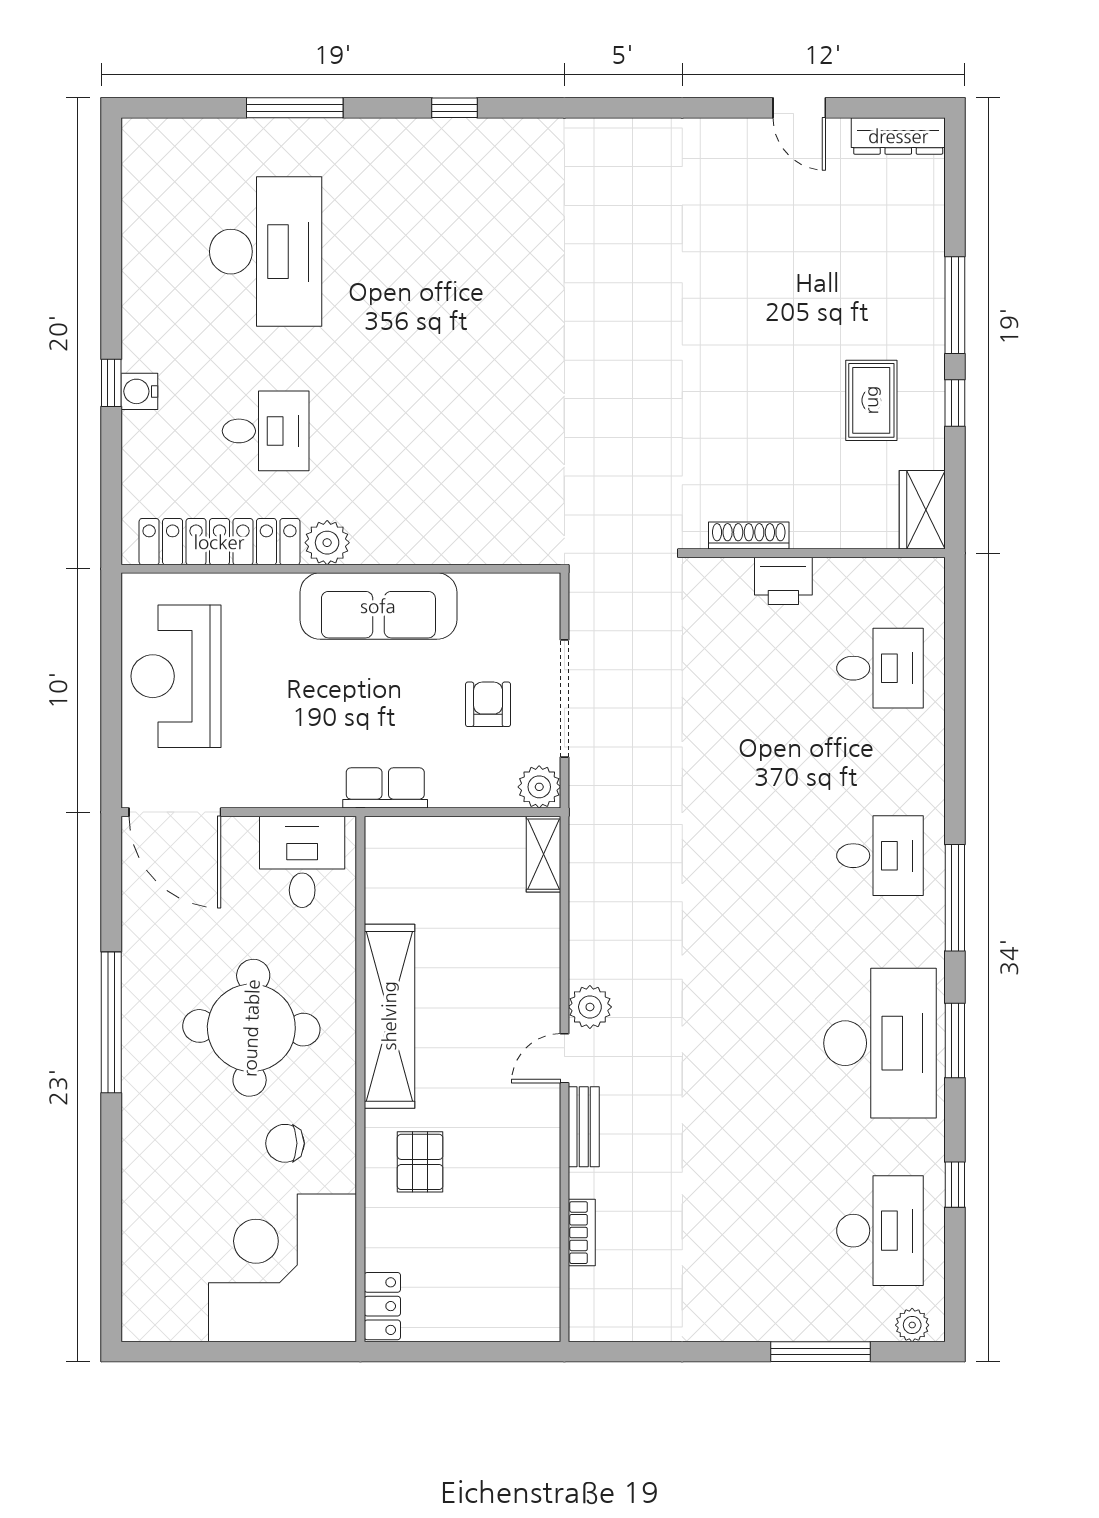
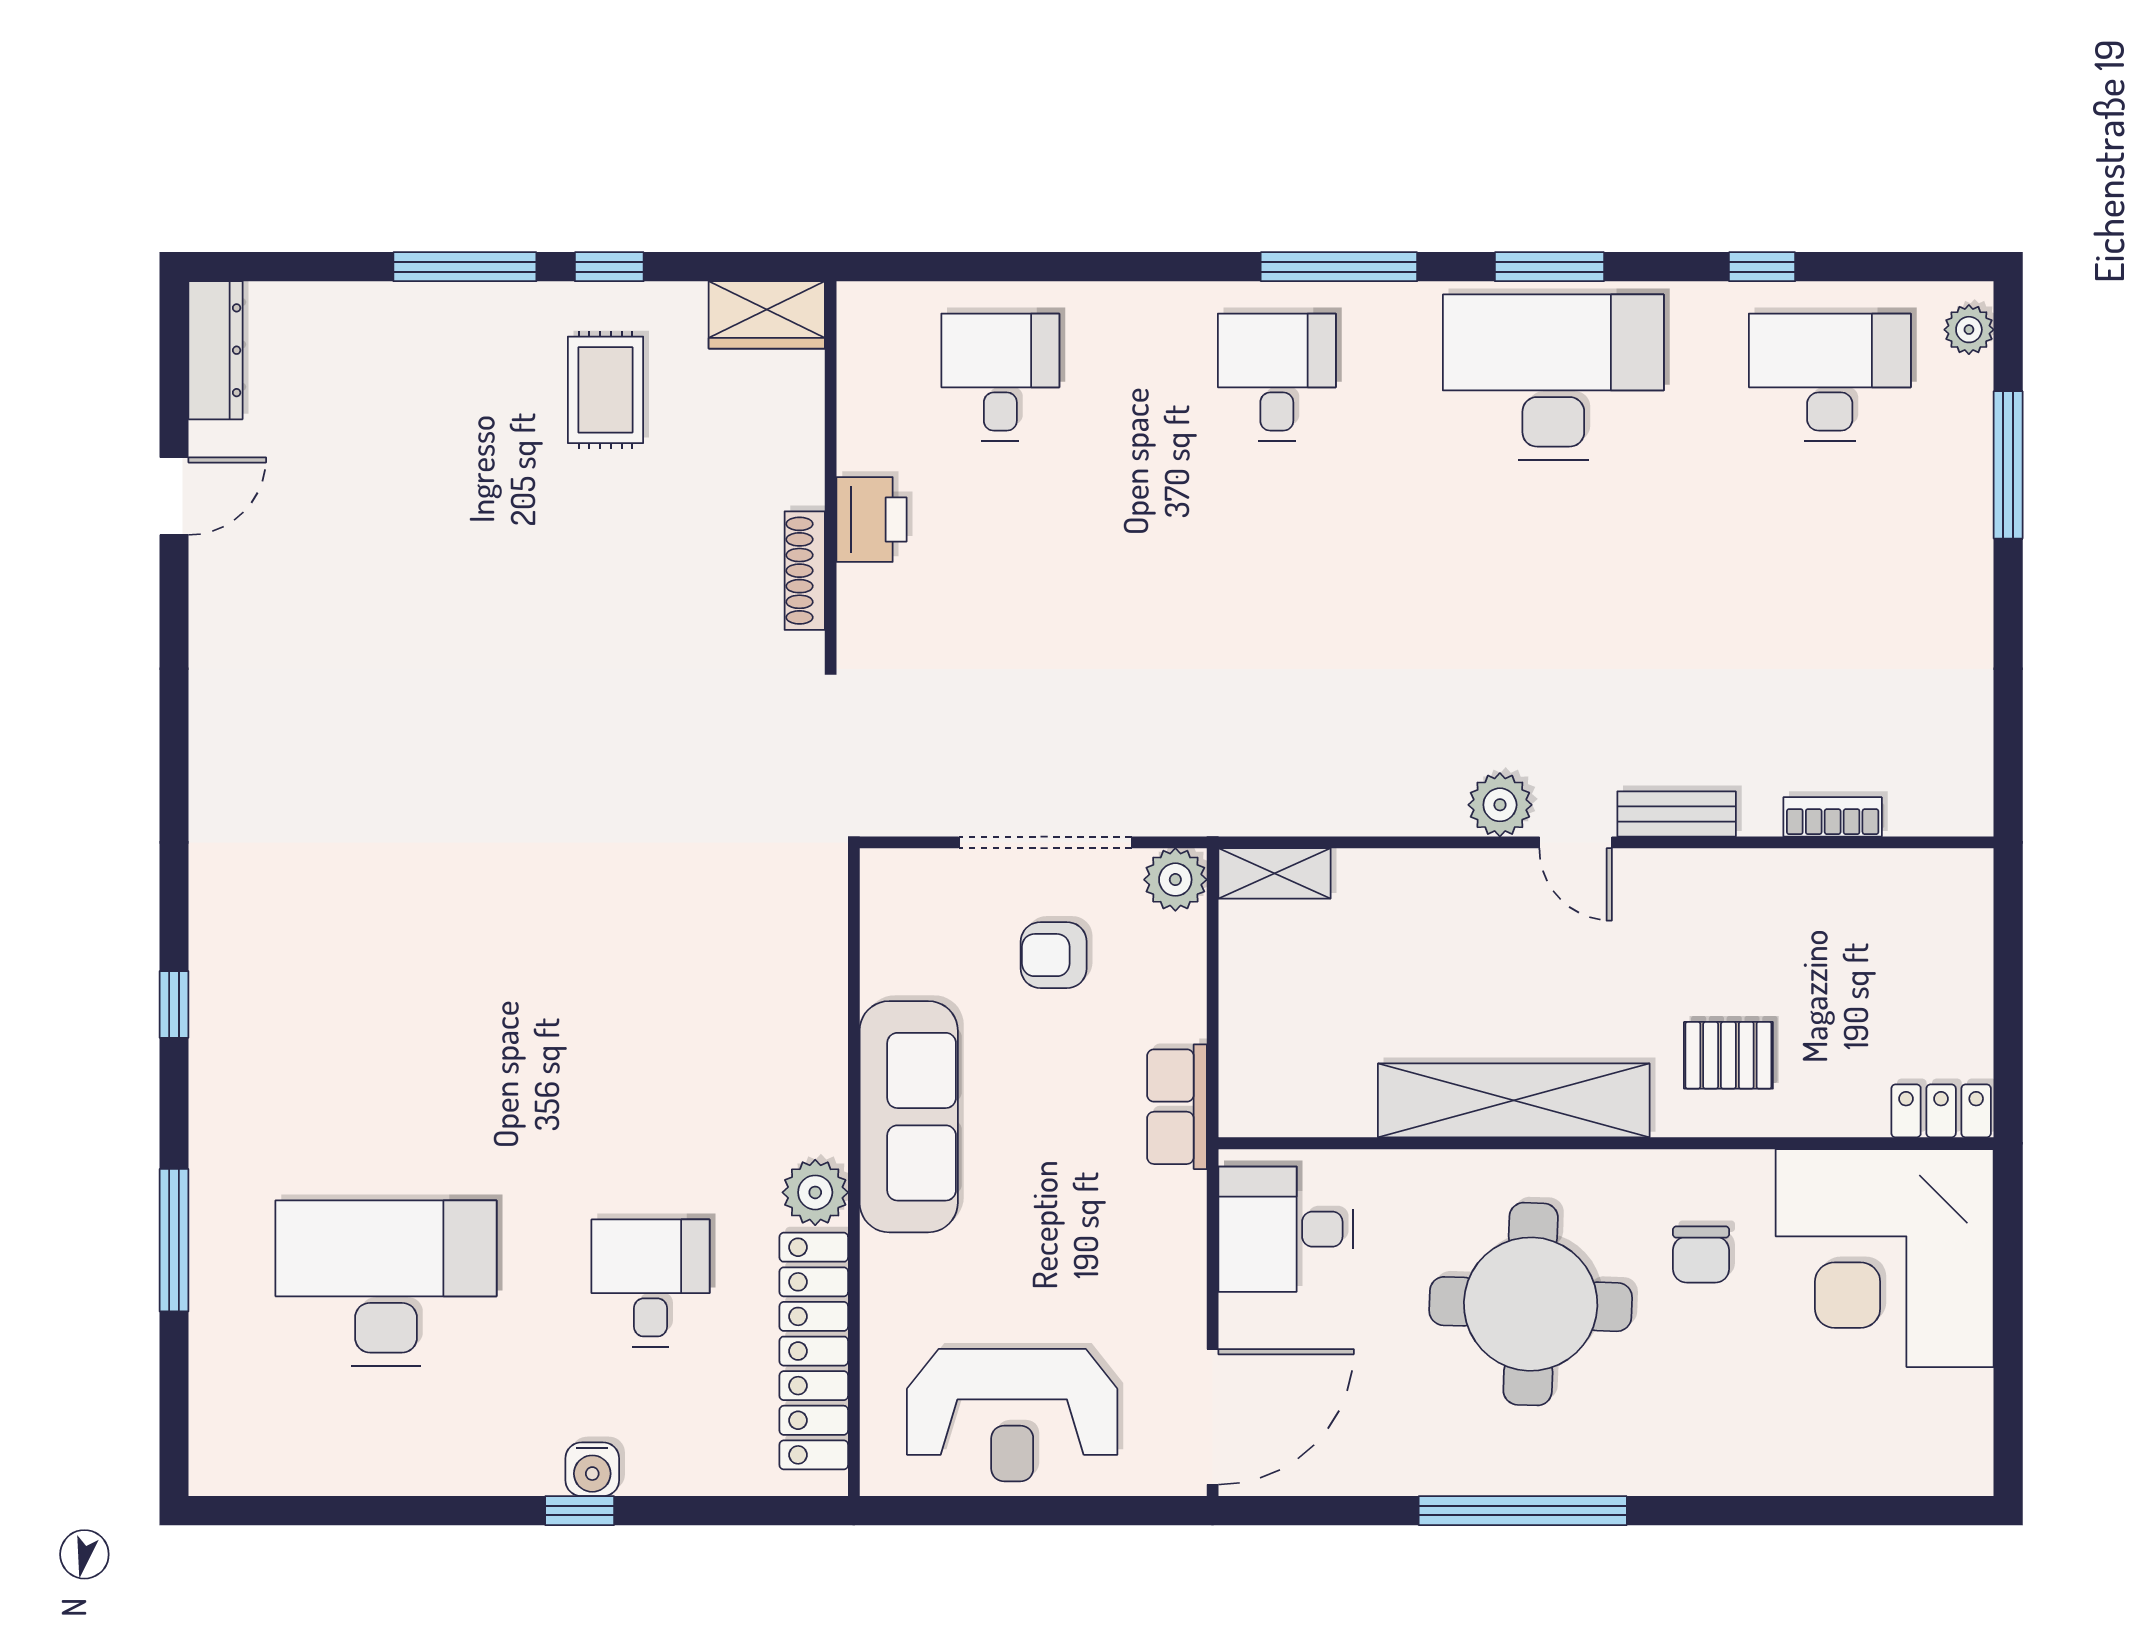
rug: (871, 400) -> (605, 390), turned 90

